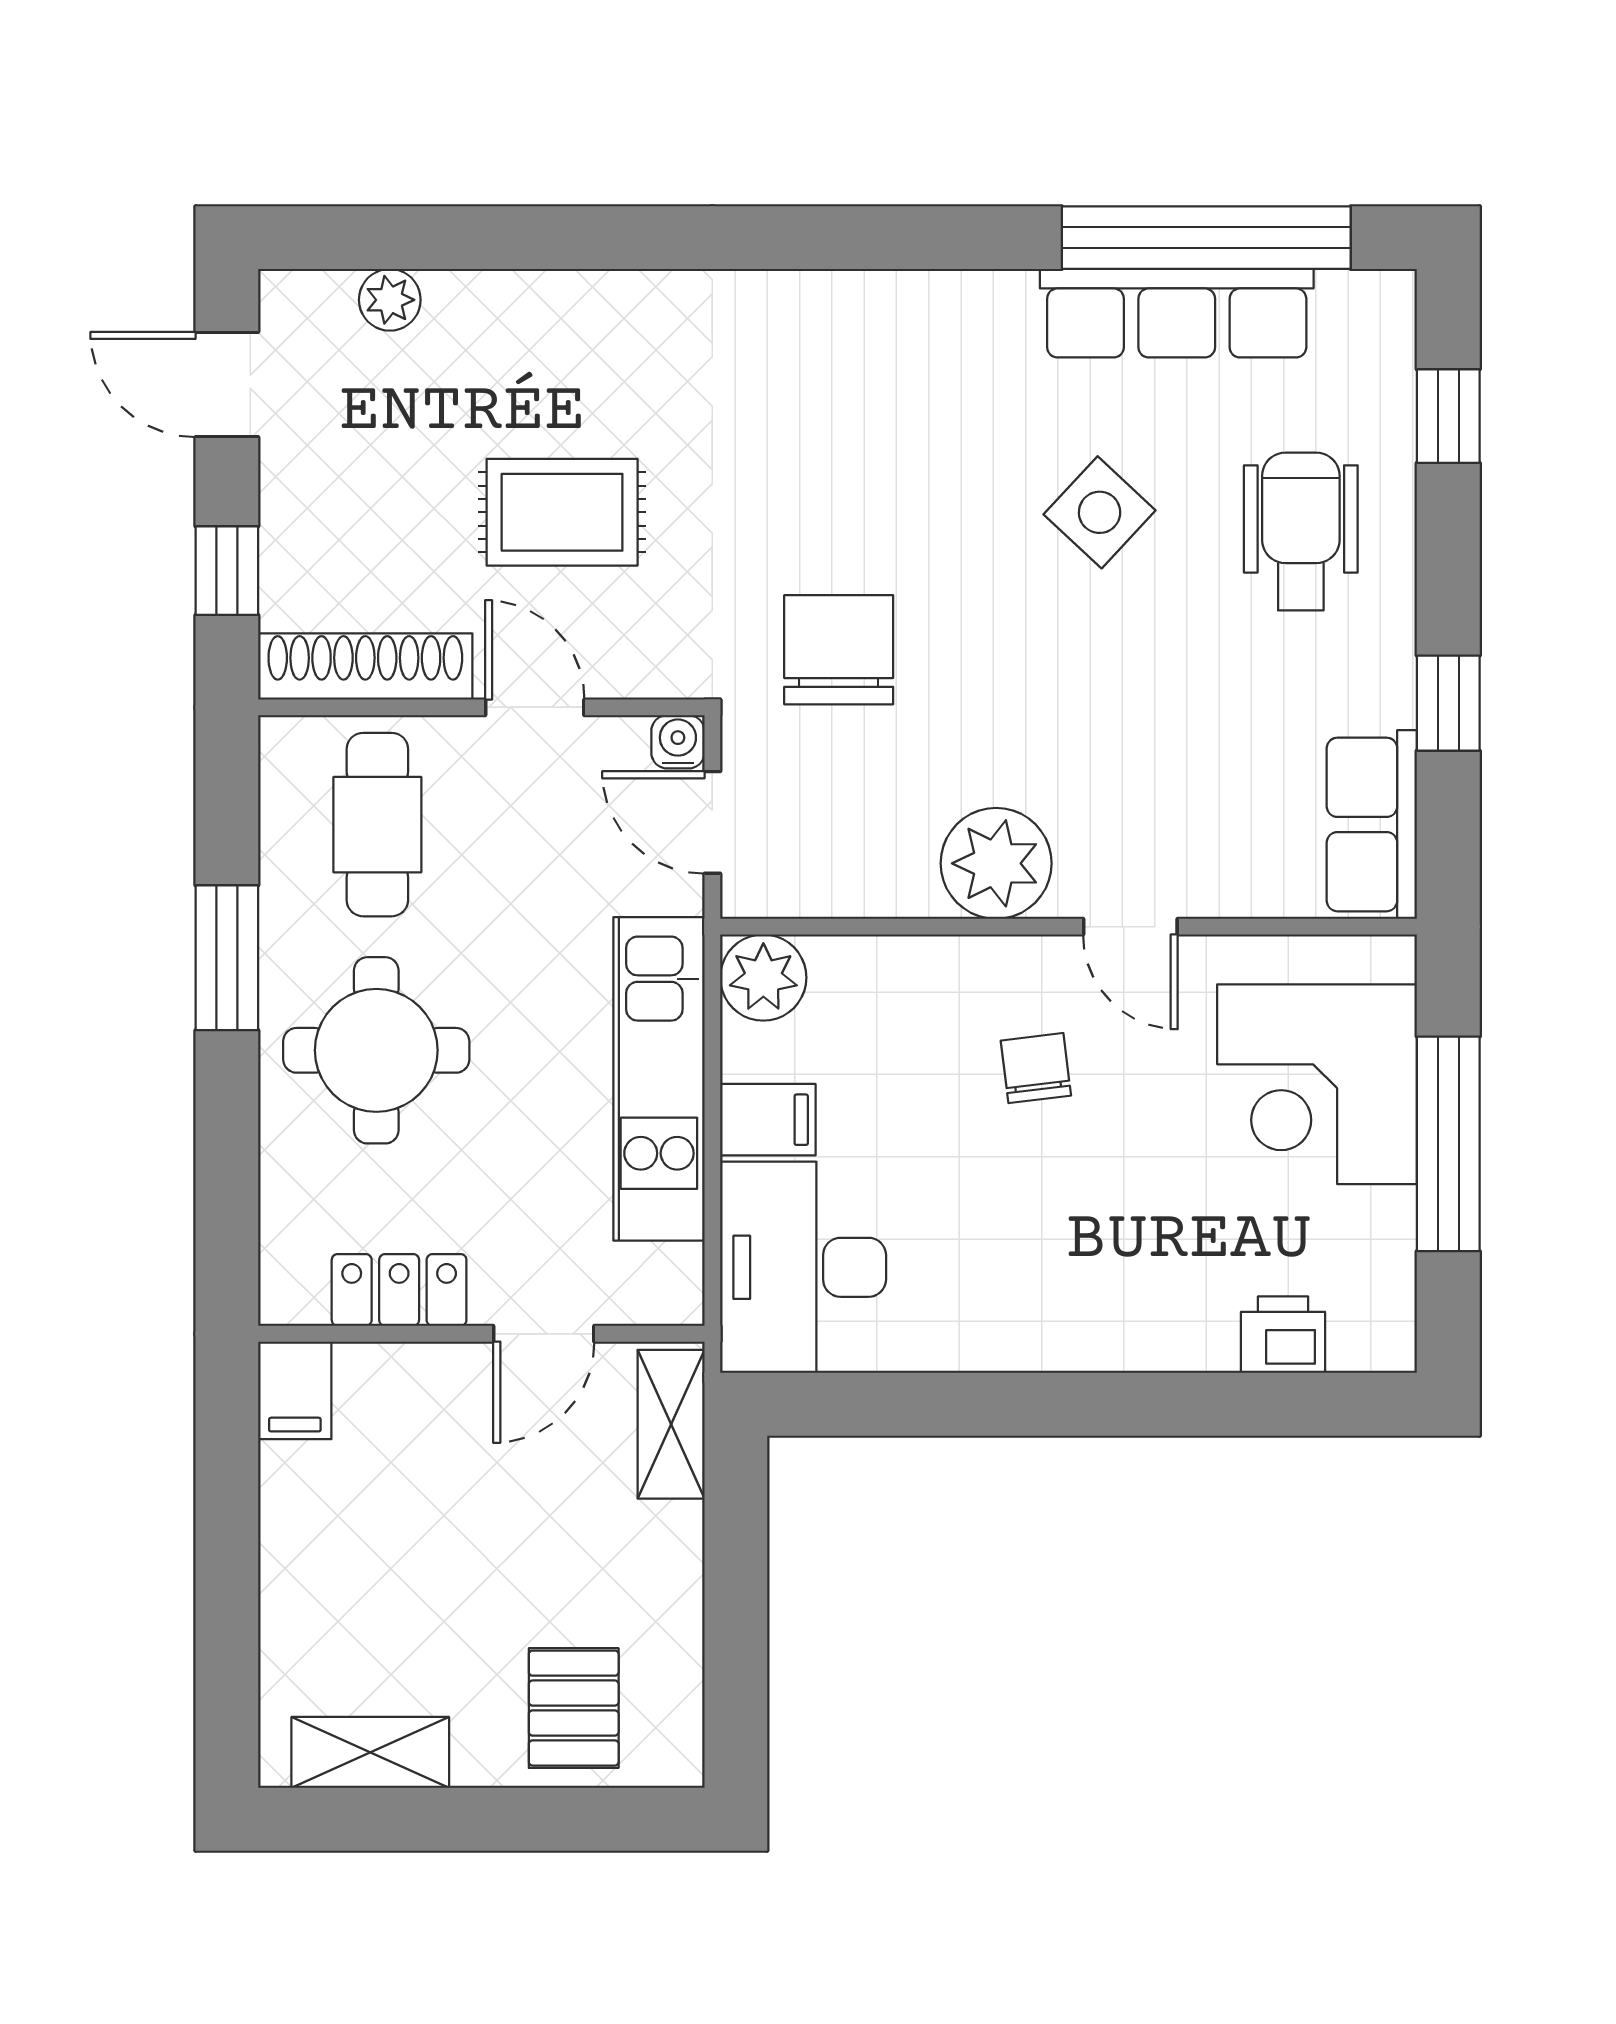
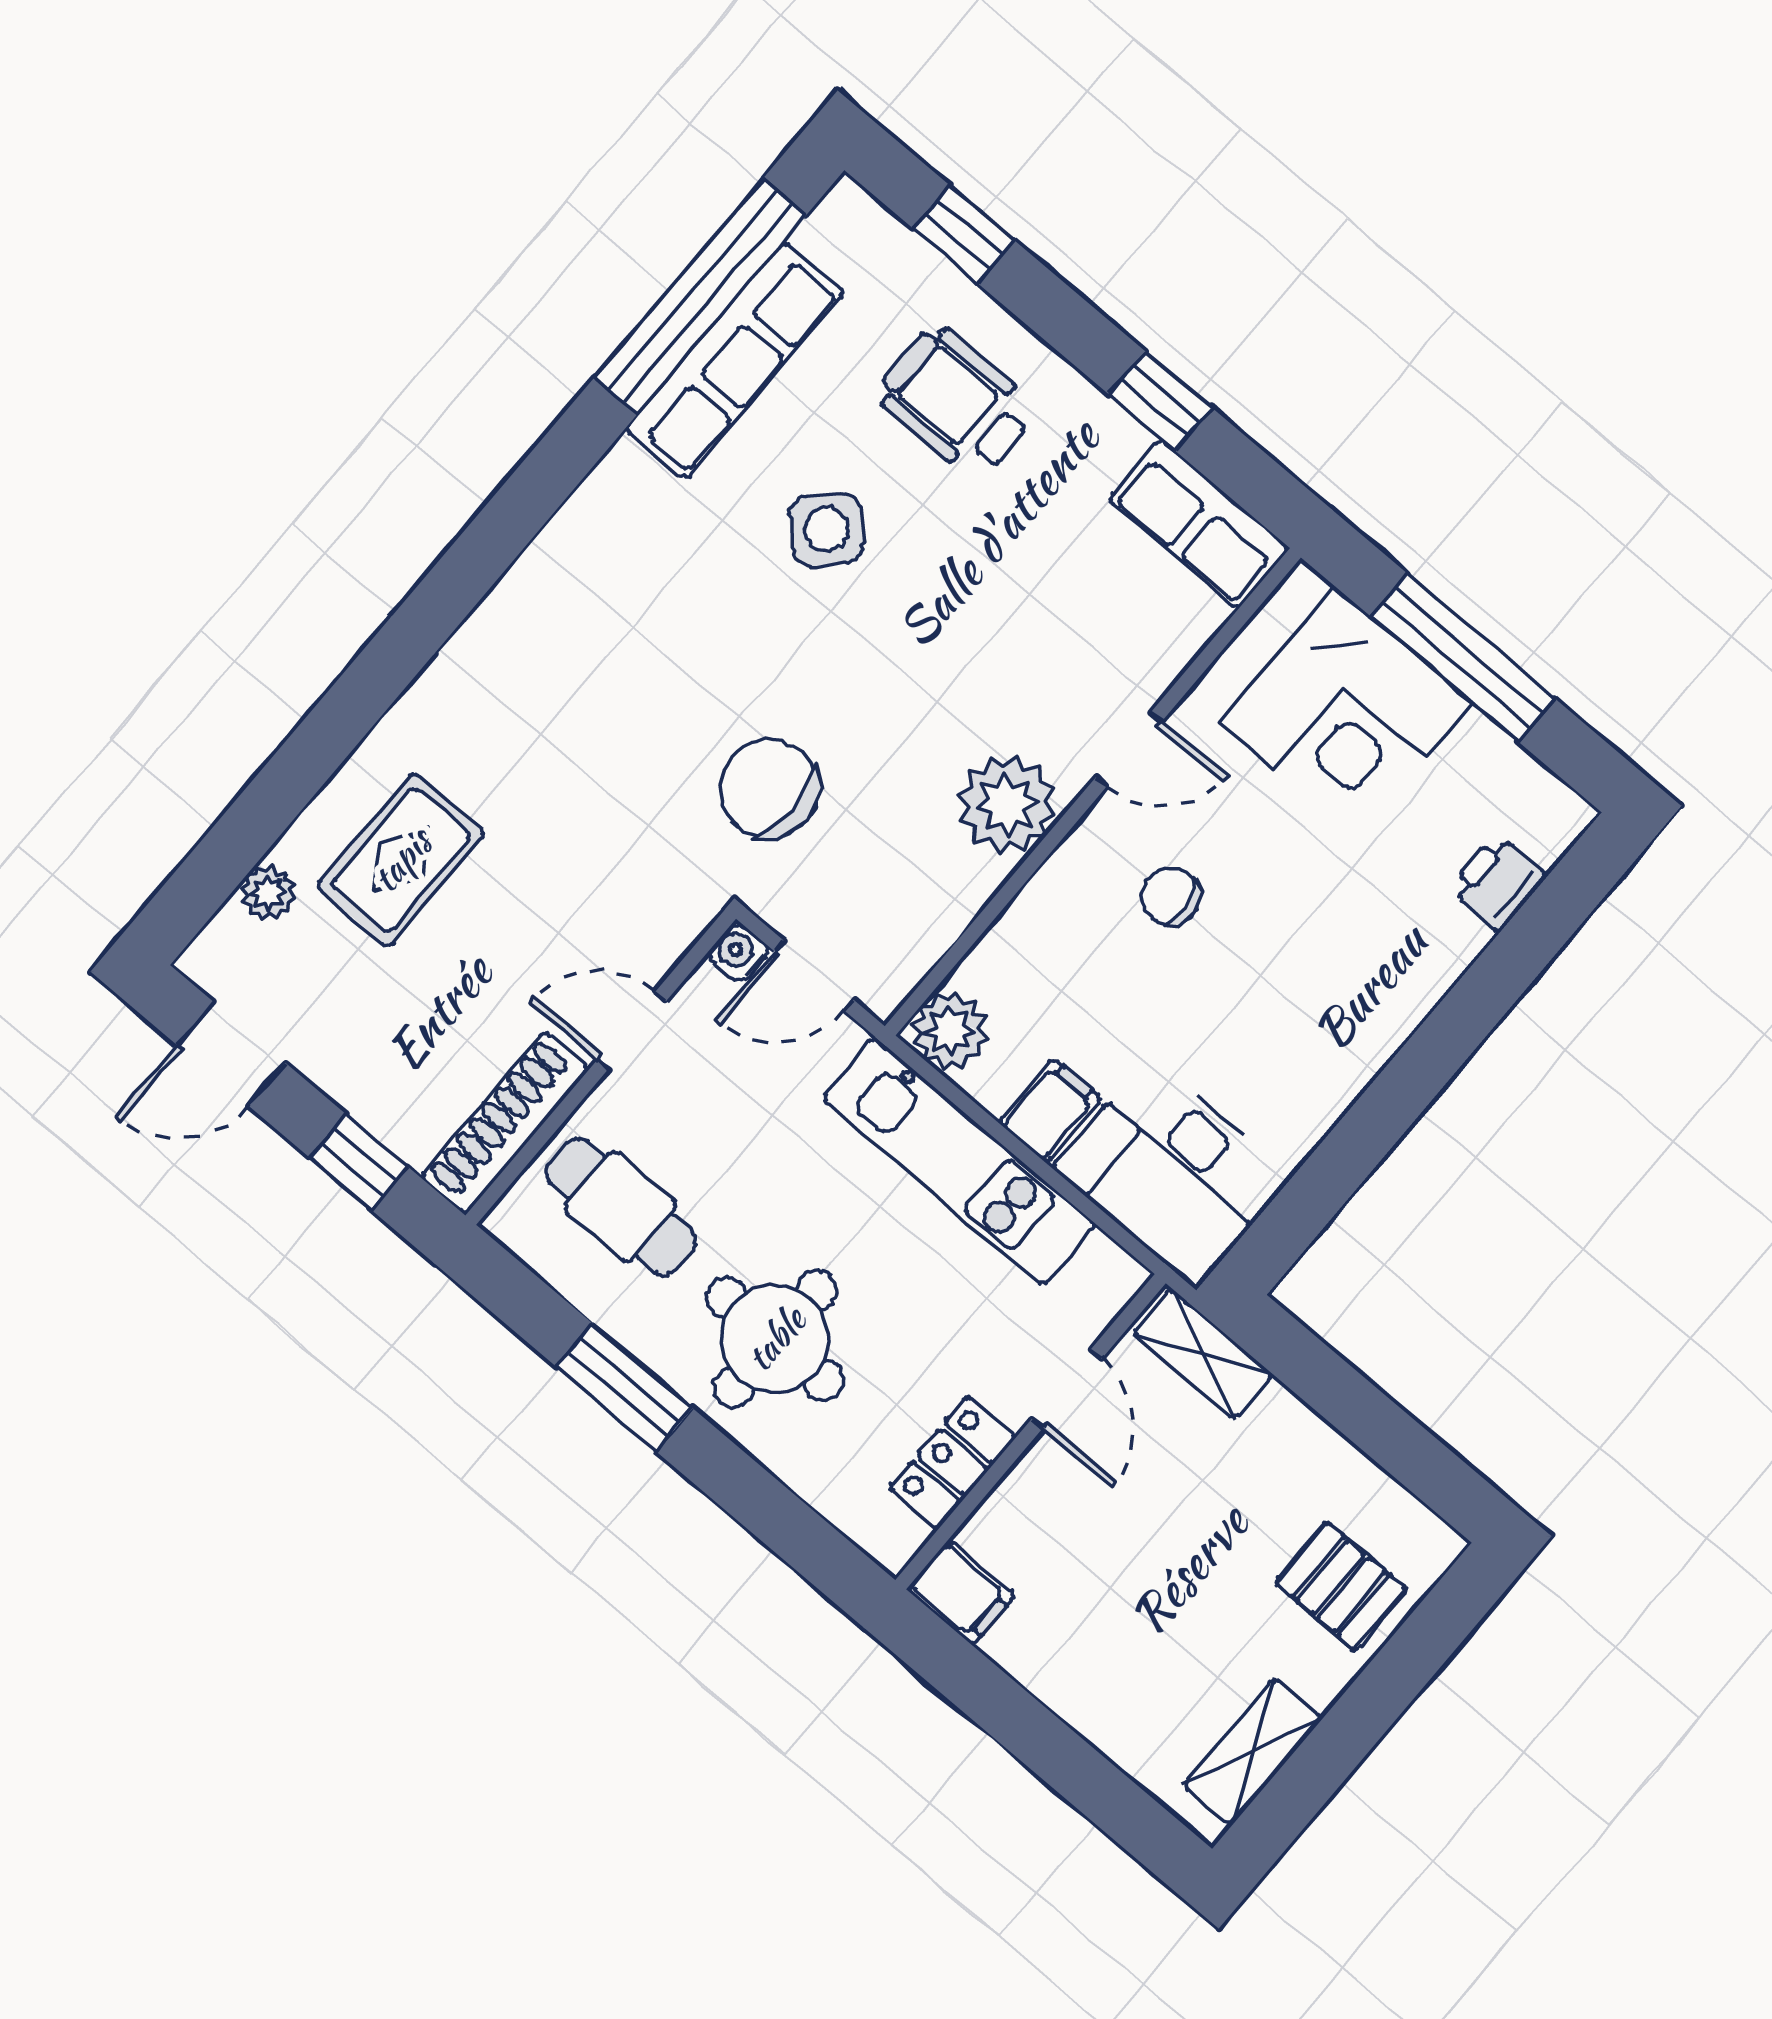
rug: (562, 512) -> (401, 860), moved

